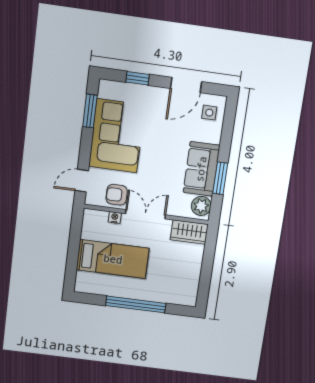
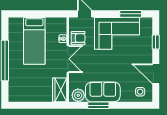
armchair: (117, 195) -> (78, 38), turned 90

